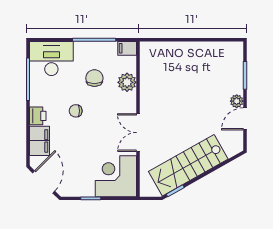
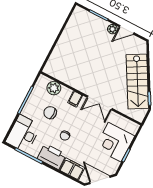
filing cabinet: (127, 48) -> (75, 99), moved
plant: (127, 82) -> (54, 88), moved
printer: (38, 116) -> (52, 157), width x1.87, depth x1.48
door: (245, 119) -> (127, 30), hinge flipped
corner desk: (116, 176) -> (115, 142), moved

